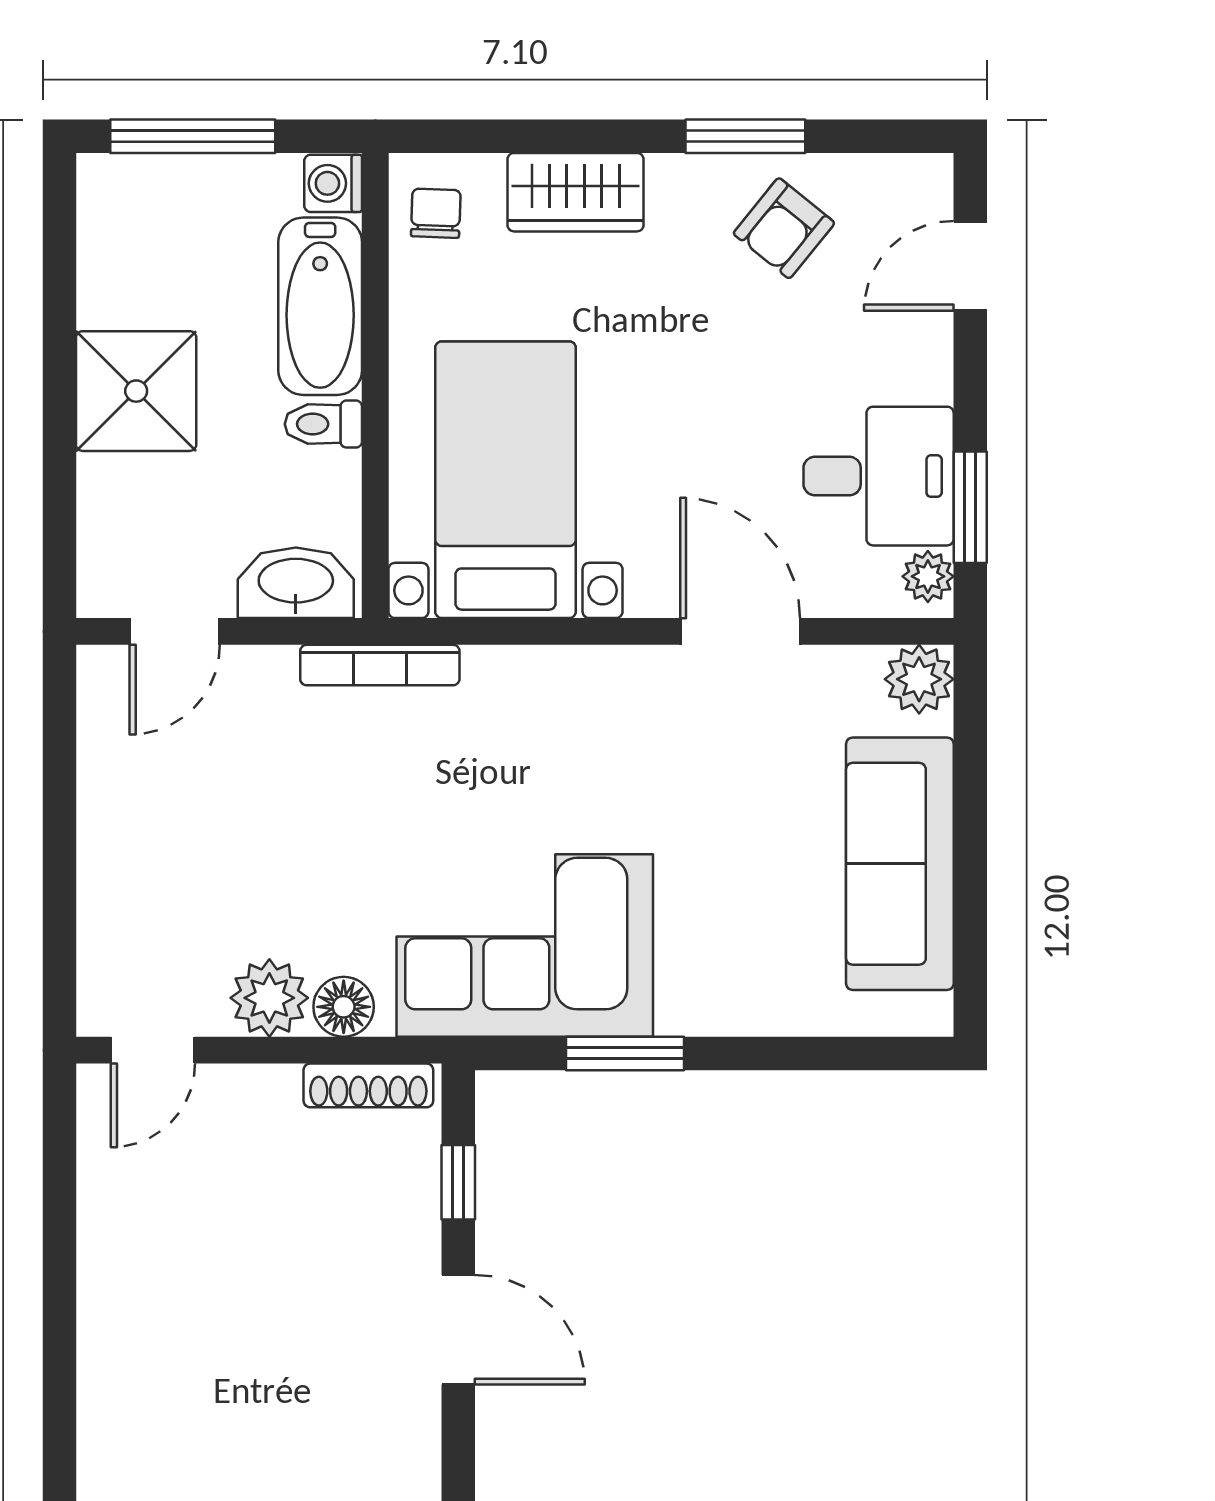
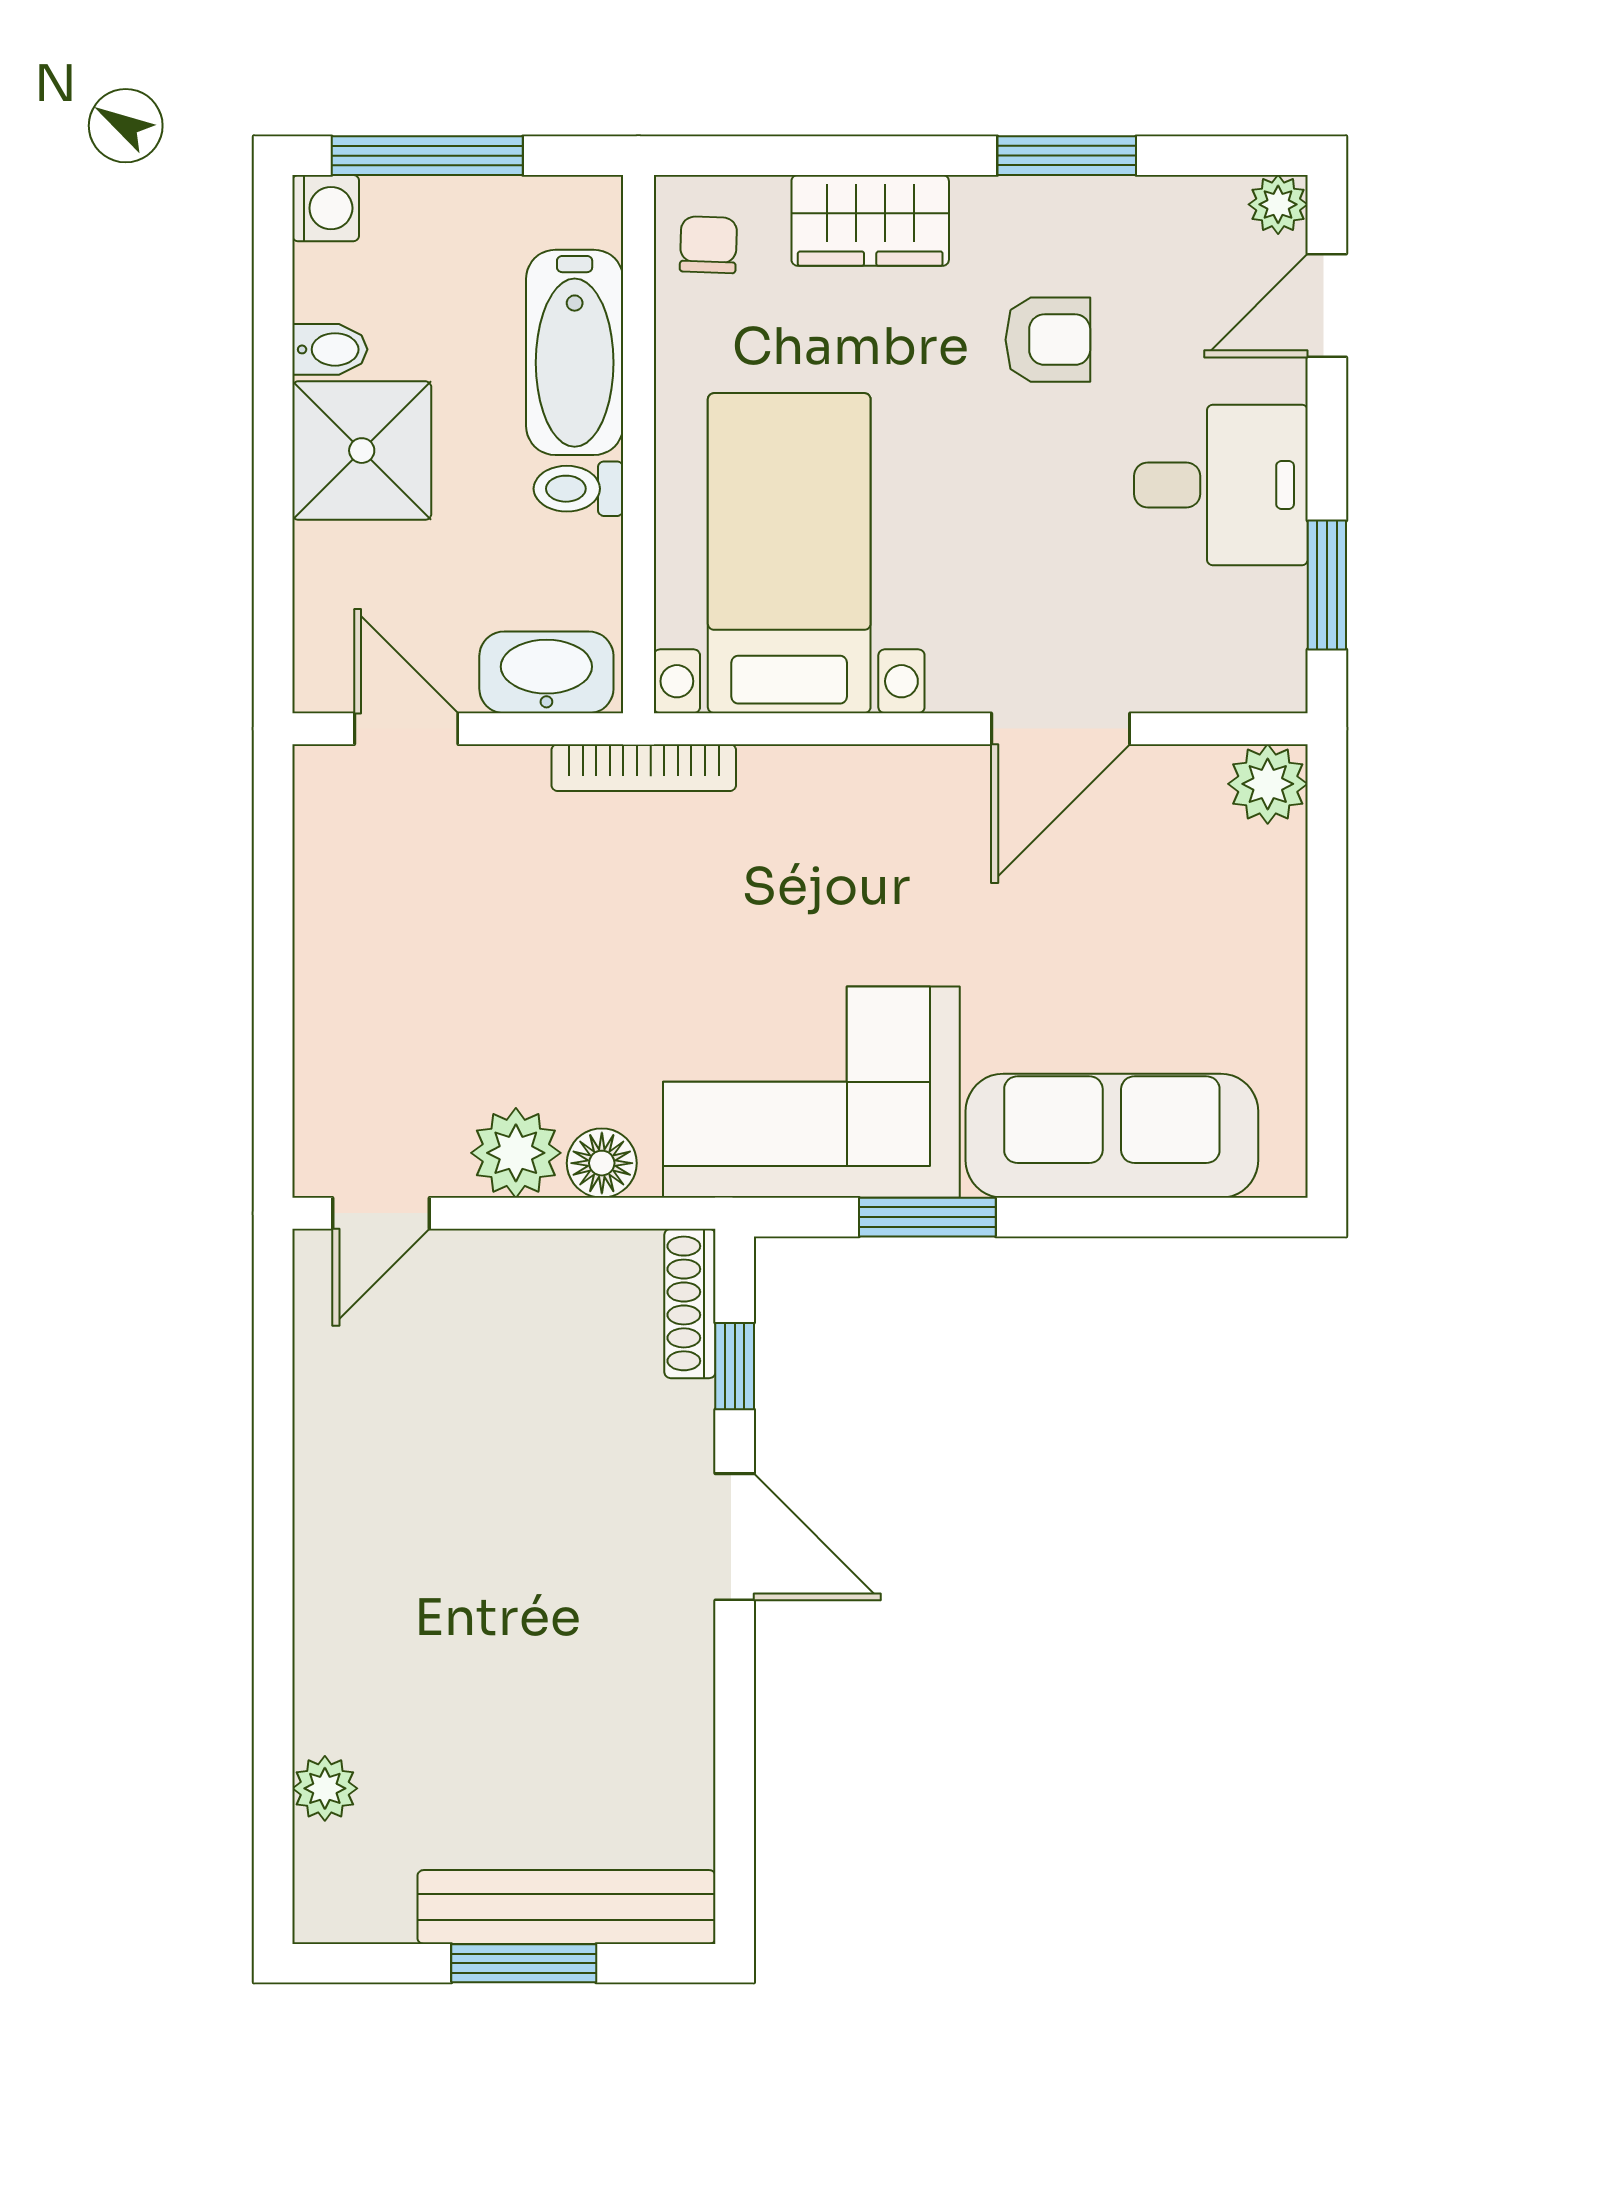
washing machine: (333, 183) -> (326, 208), moved, turned 180
armchair: (784, 228) -> (1048, 340), moved, turned -129
bidet: (109, 304) -> (330, 349), added
desk: (879, 476) -> (1221, 485), moved
plant: (928, 576) -> (1278, 204), moved
door: (175, 631) -> (406, 729), swing flipped
door: (740, 631) -> (1061, 729), swing flipped
sofa: (900, 864) -> (1112, 1136), moved, turned 90
shoe rack: (368, 1085) -> (690, 1303), moved, turned 90

